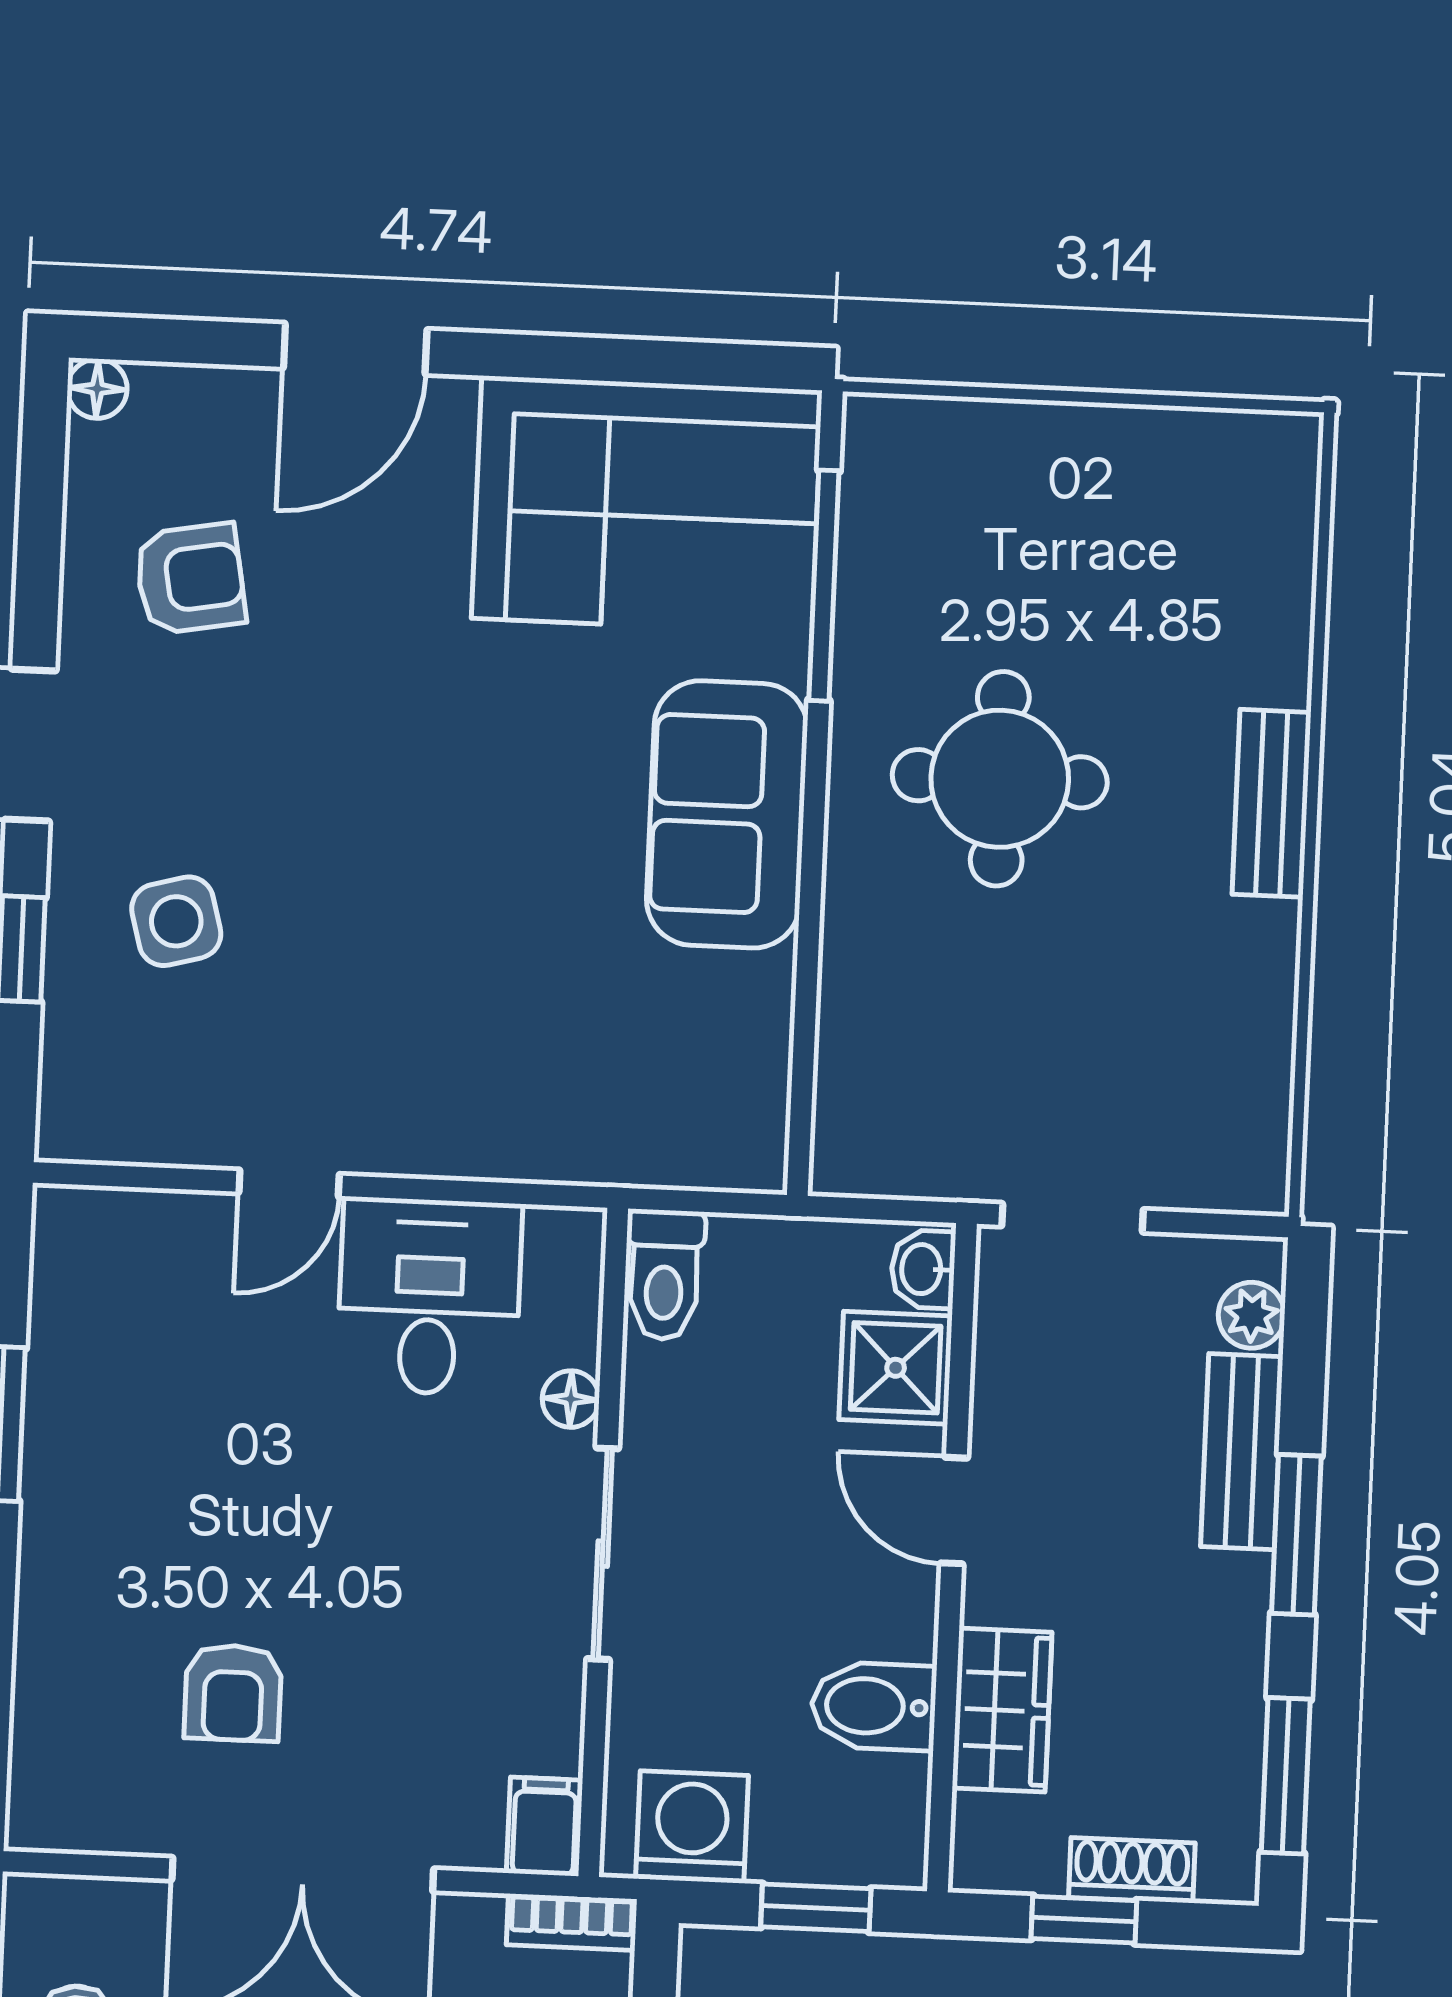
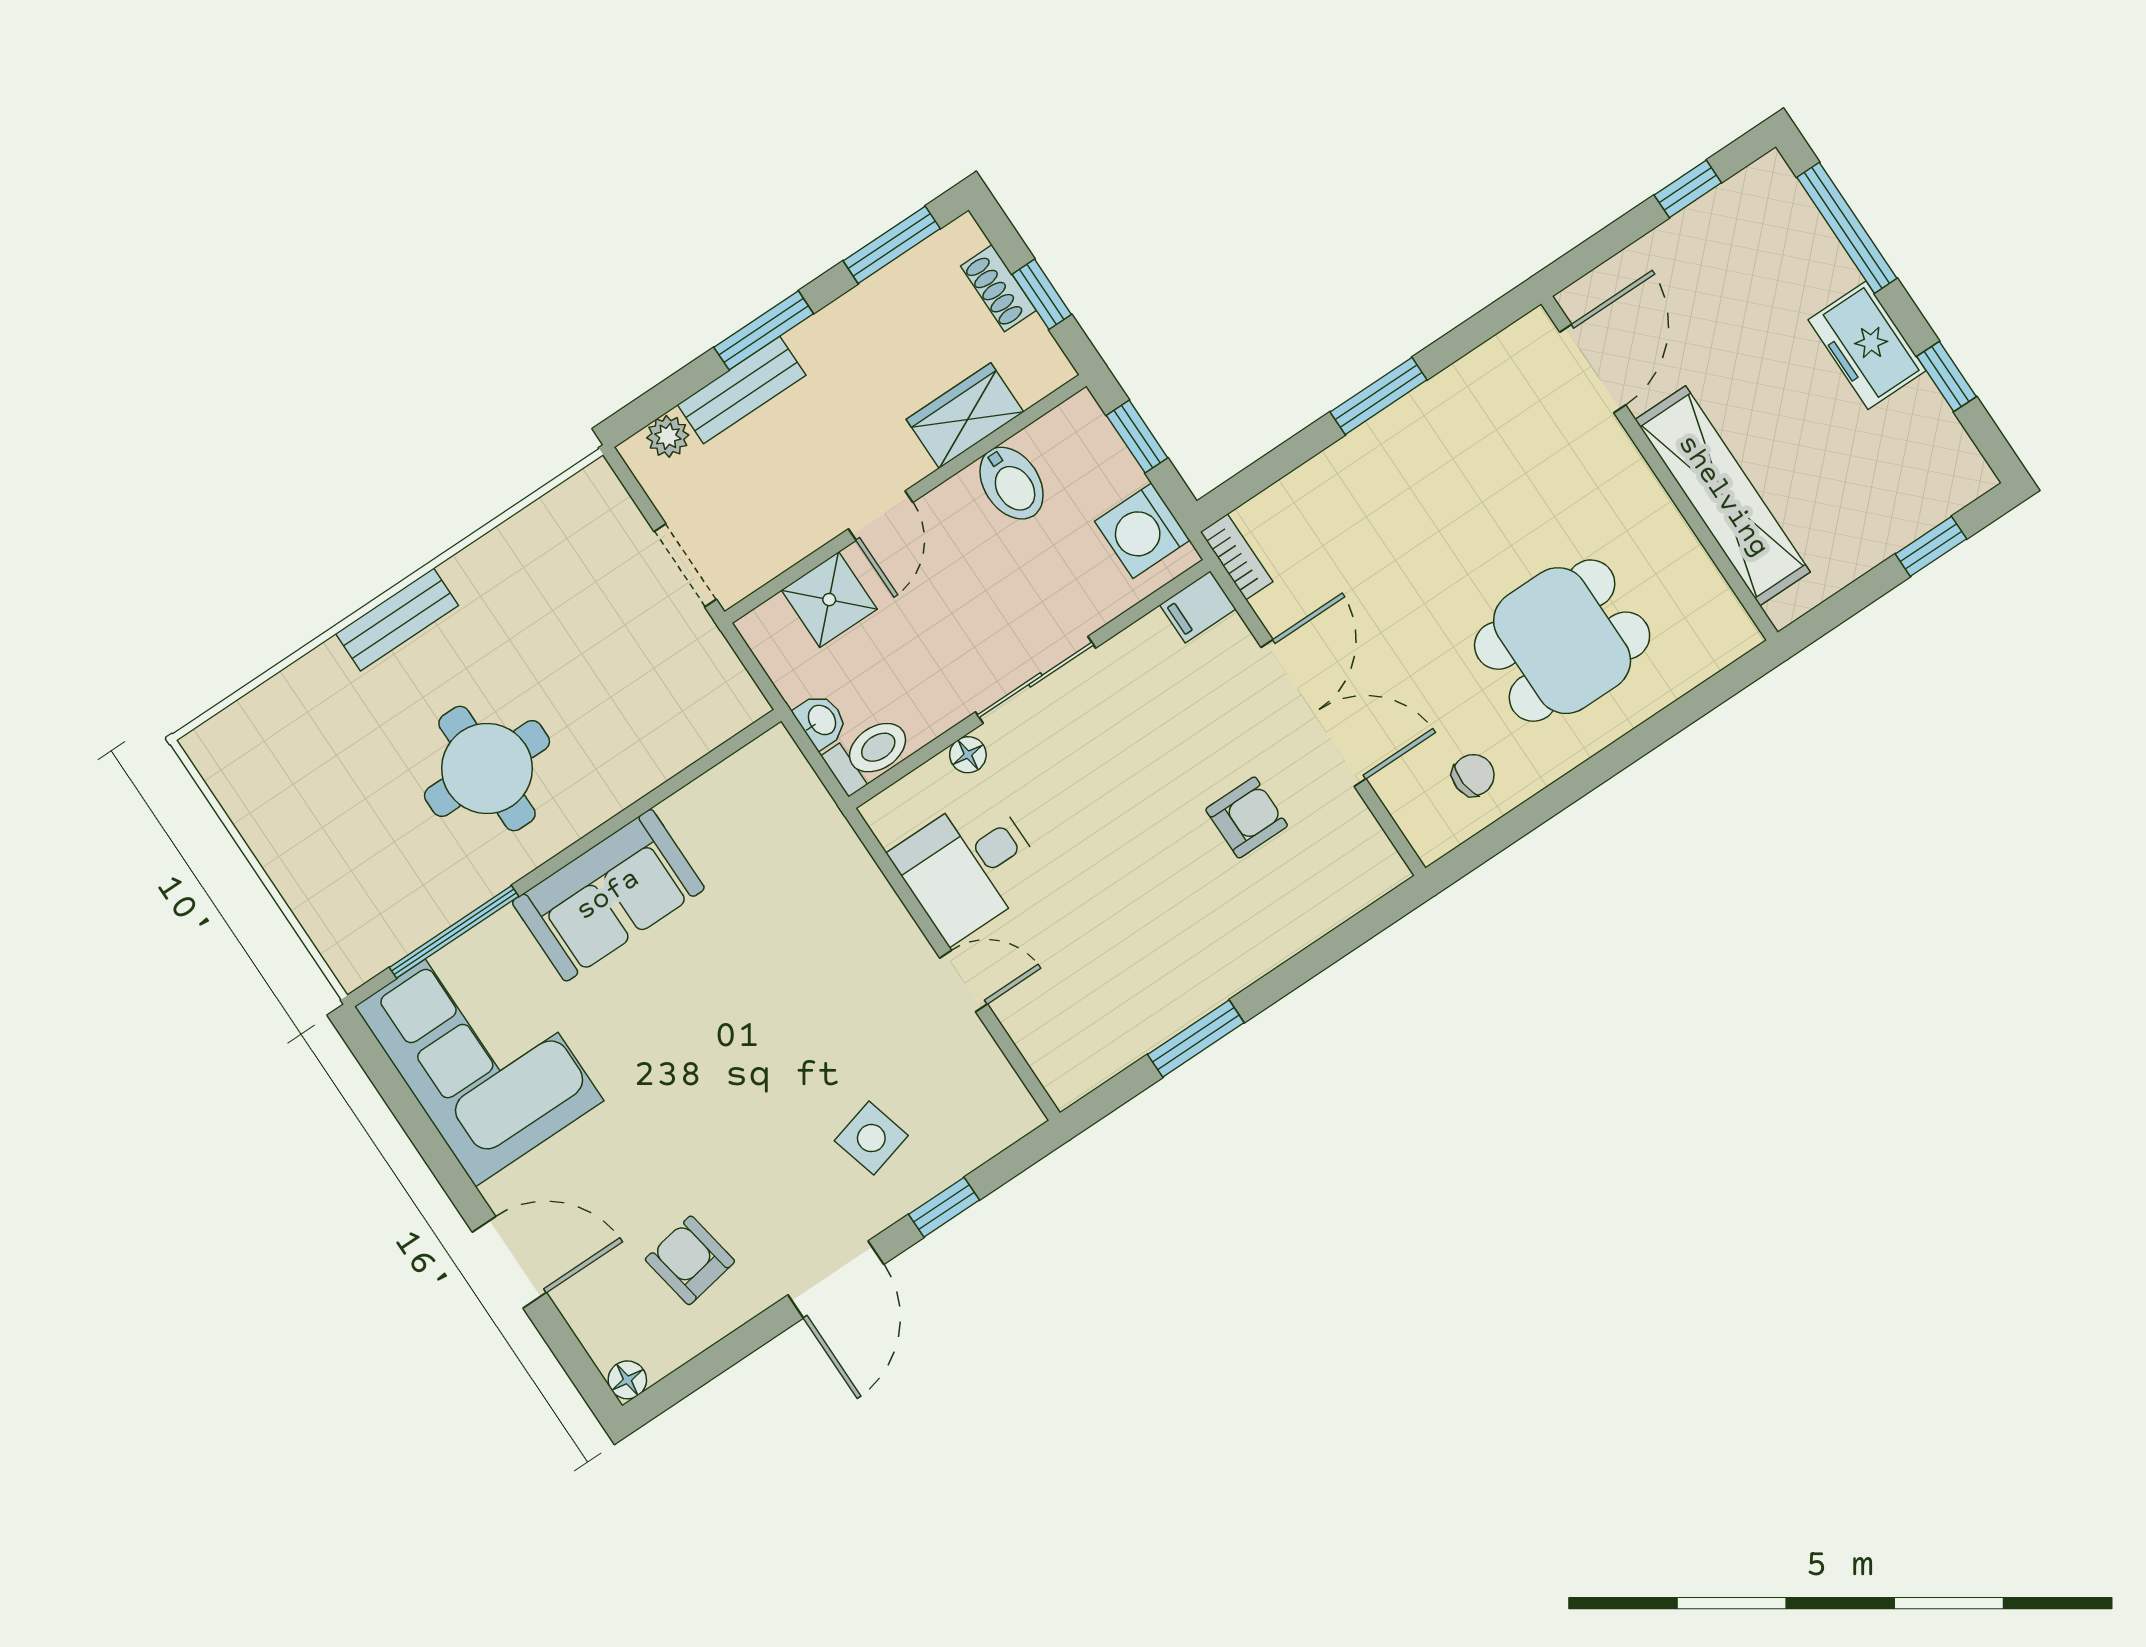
washbasin: (923, 1269) -> (821, 721), moved, turned -90

